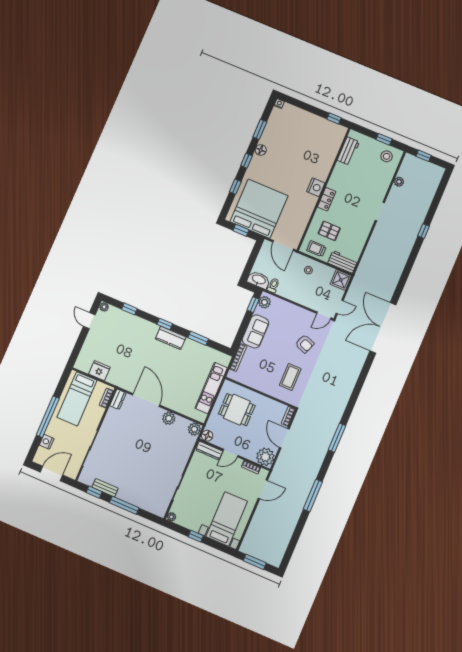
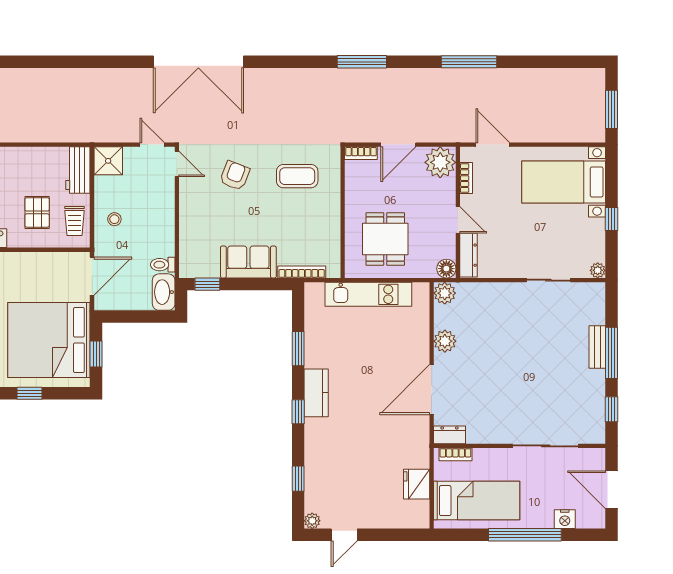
plant: (265, 302) -> (196, 267), removed
double door: (383, 328) -> (198, 62), moved
bench: (105, 488) -> (597, 347), moved

